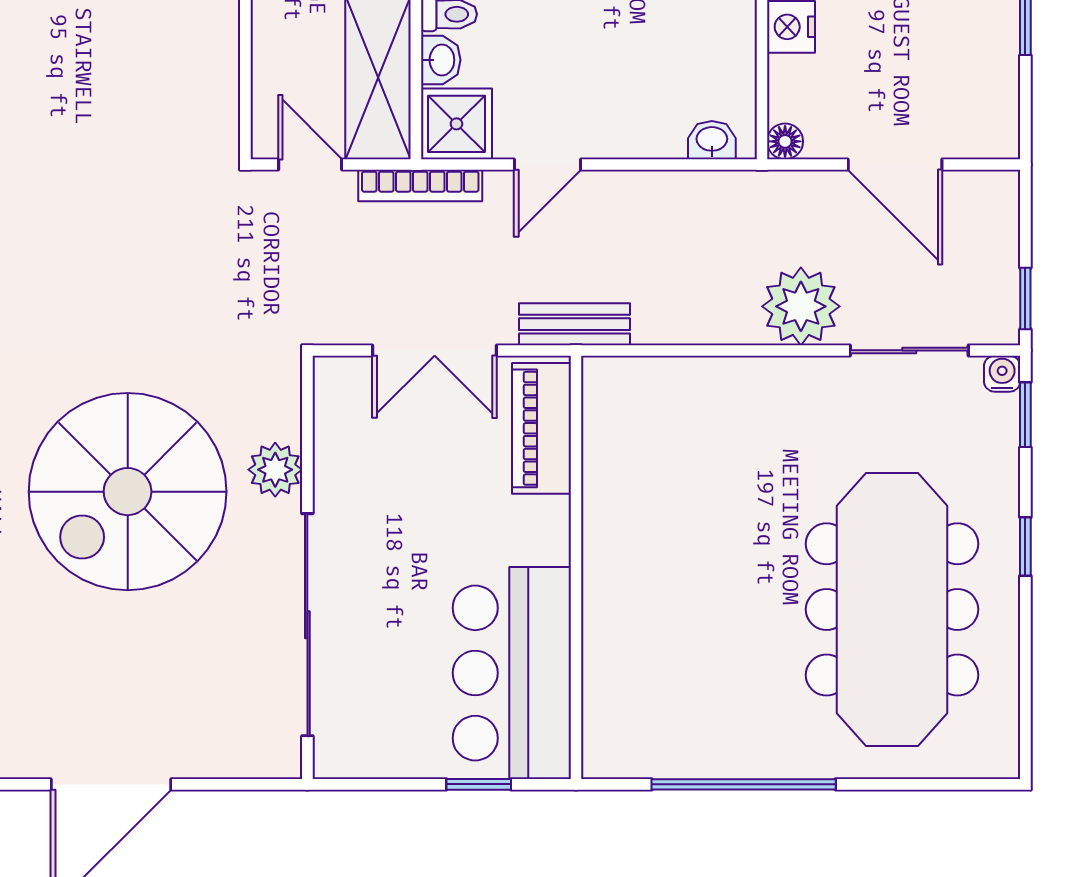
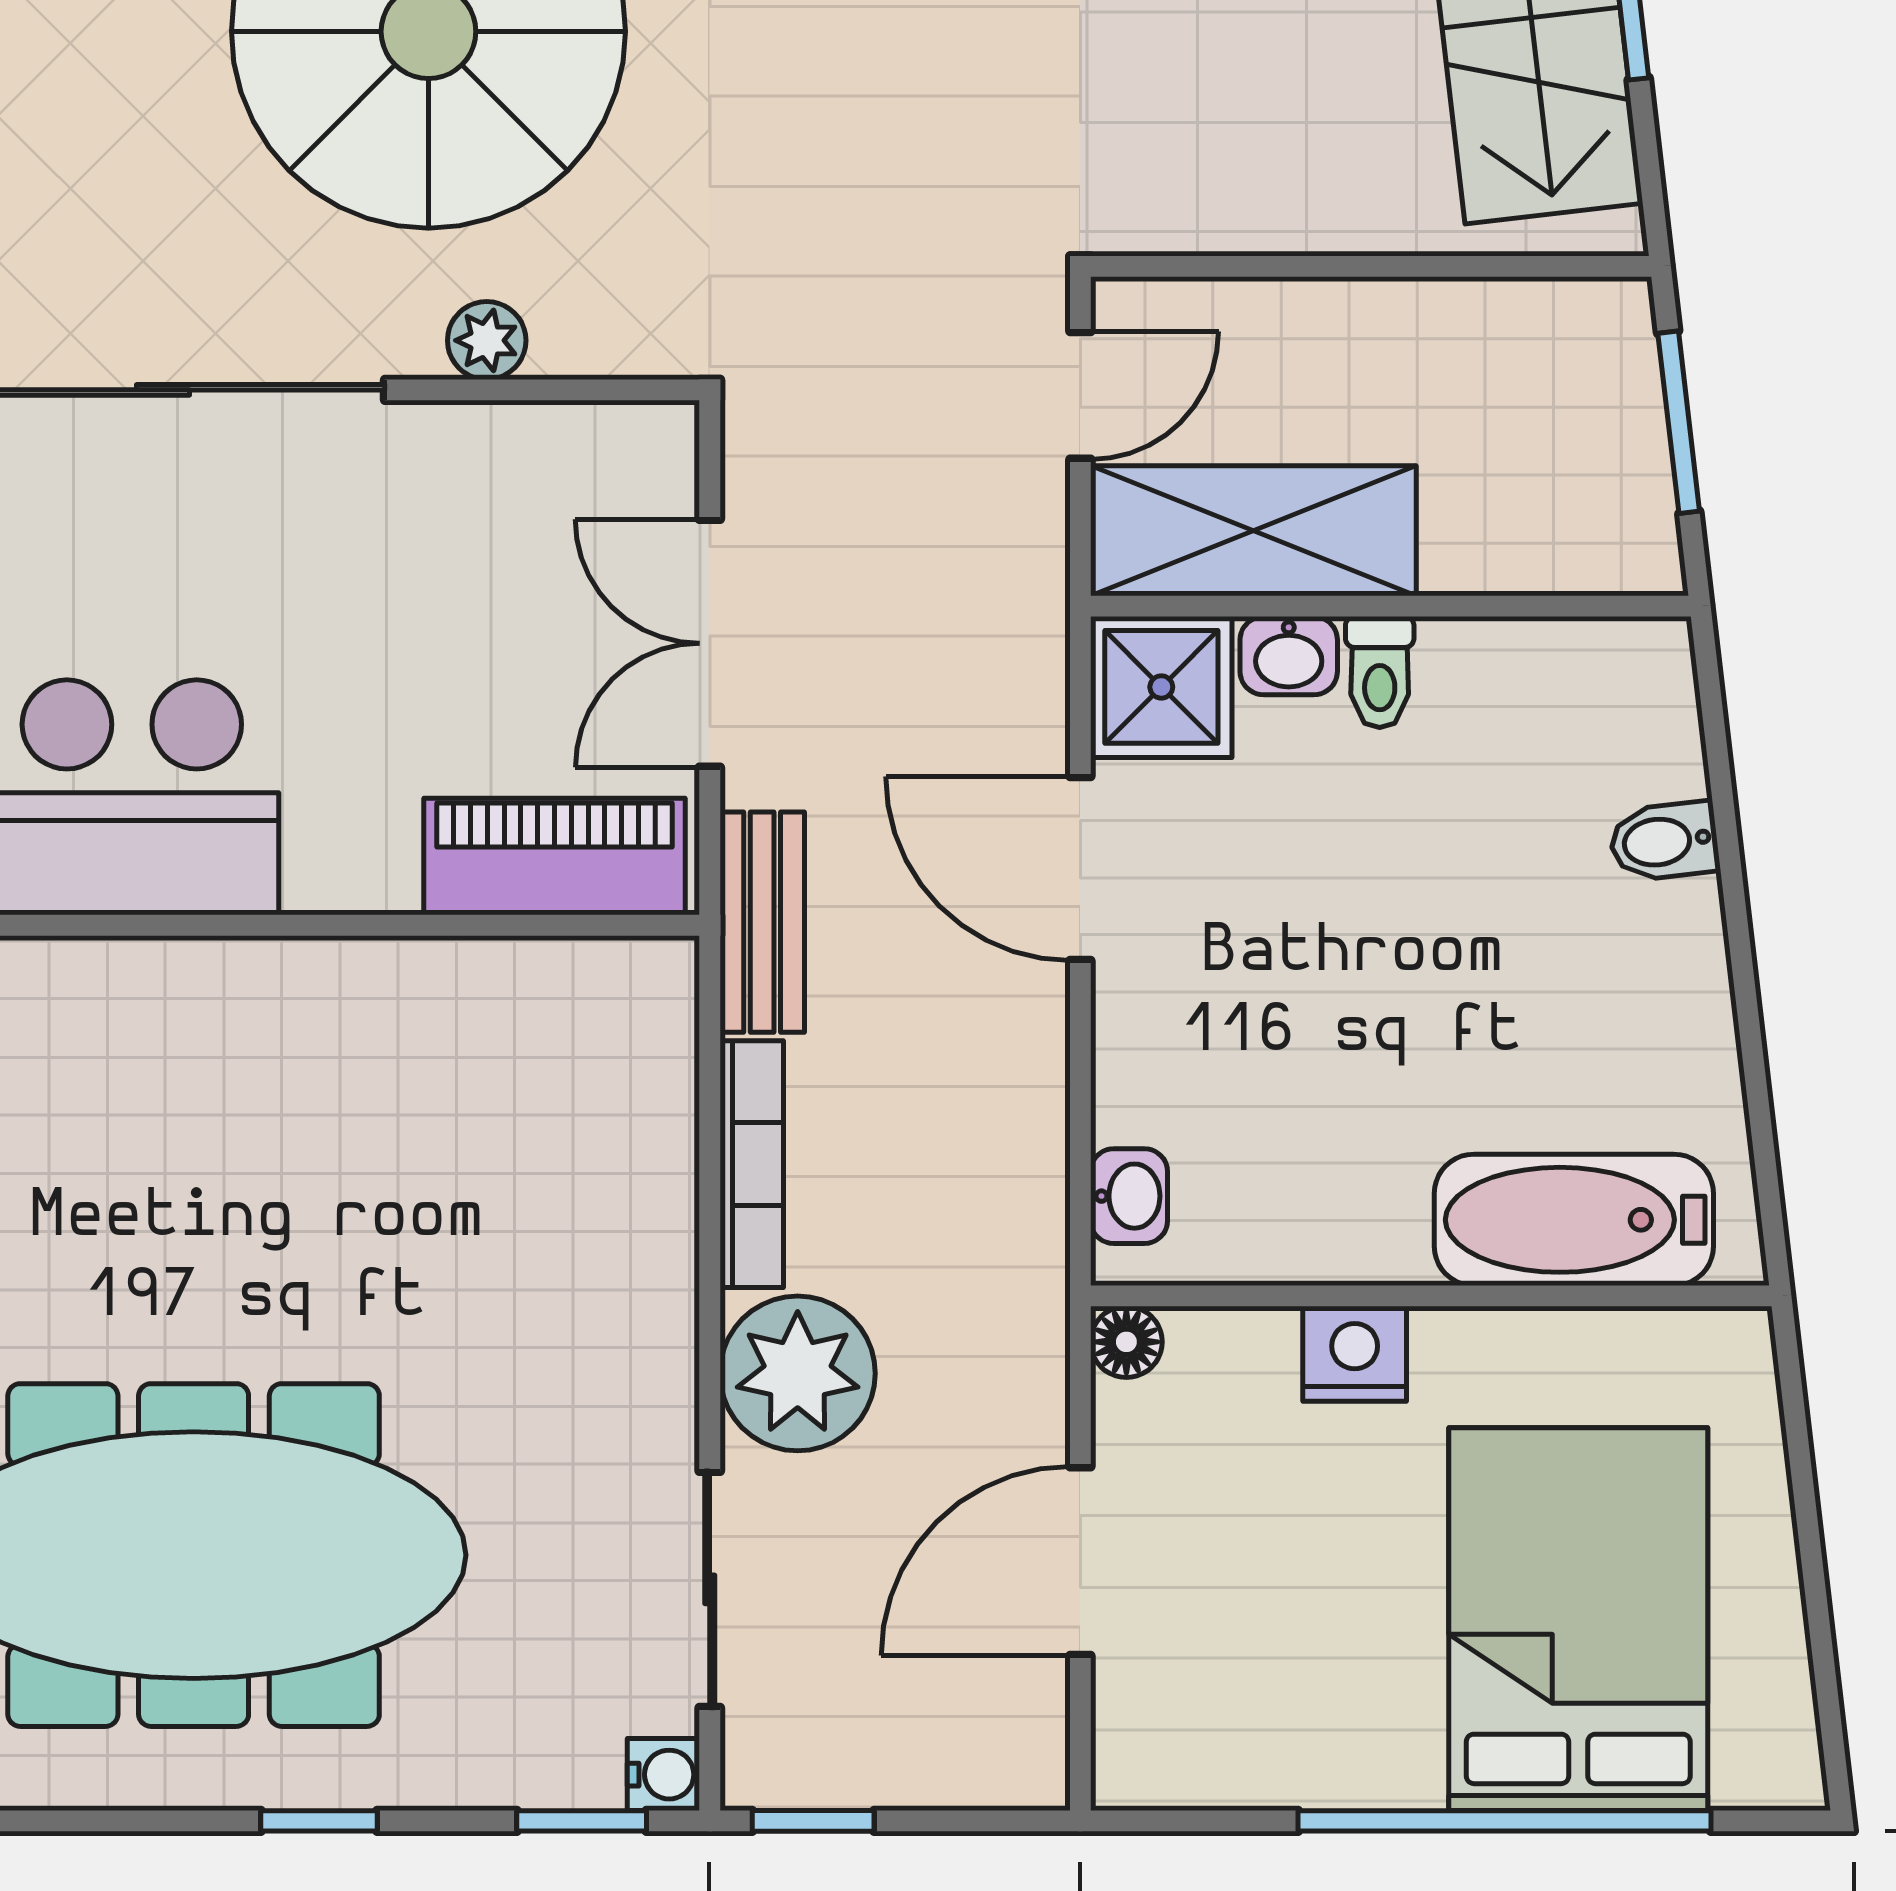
door: (547, 164) -> (1080, 868), width x1.38
bookcase: (420, 186) -> (752, 1164), moved, turned 180
plant: (275, 470) -> (487, 340), width x0.73, depth x0.73

